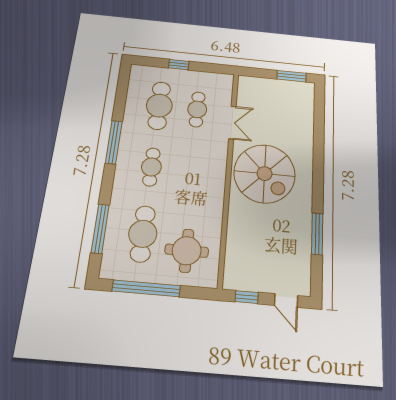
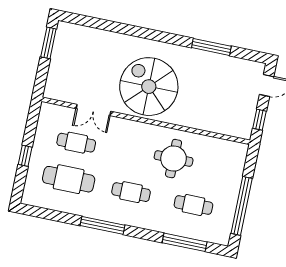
double door: (232, 123) -> (94, 110), swing flipped
spiral stairs: (265, 174) -> (149, 87), turned -90
cafe table: (143, 234) -> (193, 205), width x0.73, depth x0.74
round table: (187, 251) -> (174, 159), moved

